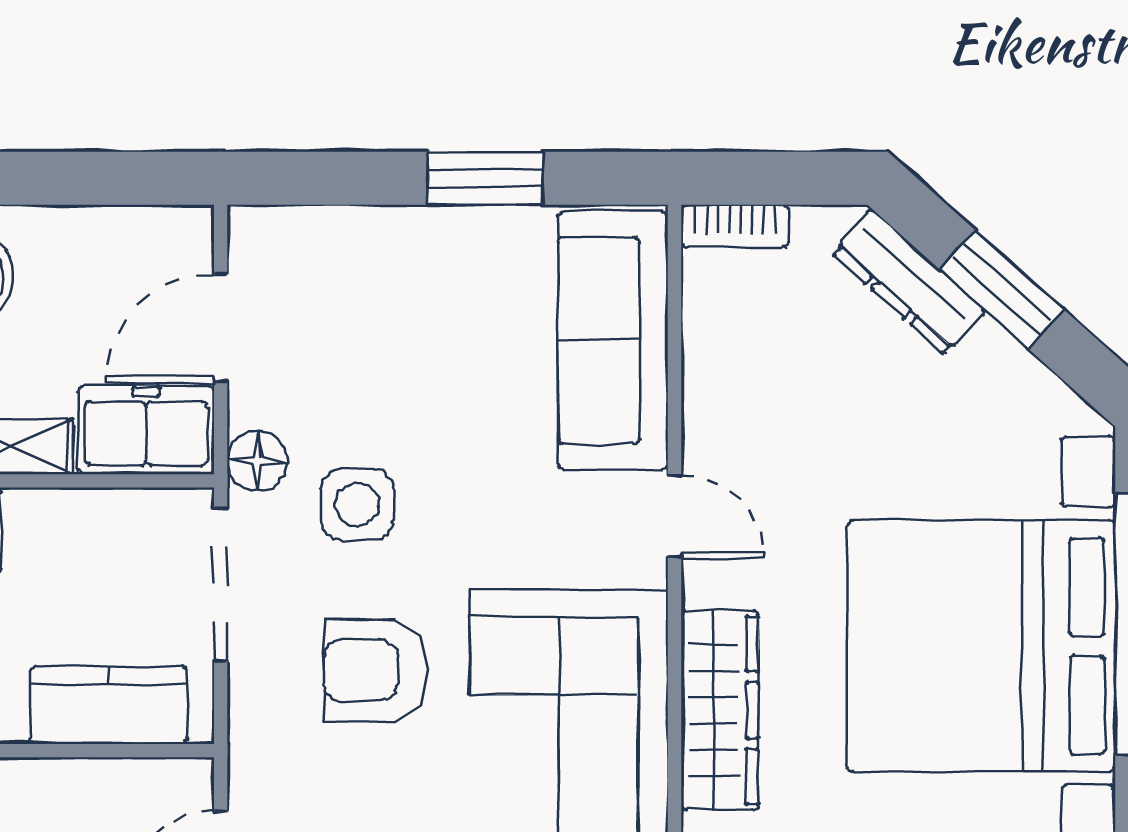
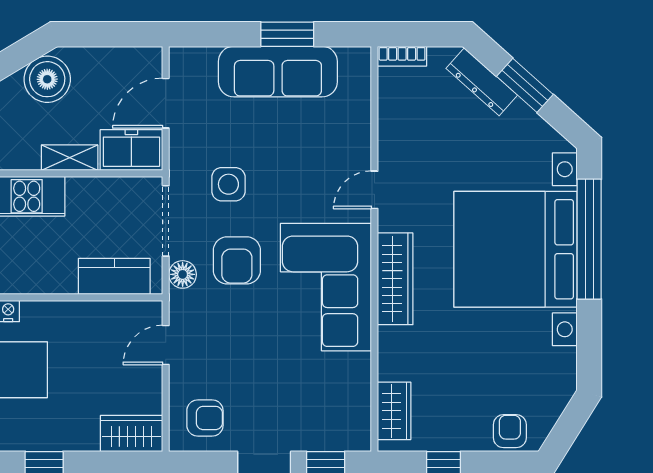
sofa: (613, 341) -> (278, 72), moved, turned -90
floor lamp: (257, 461) -> (183, 274), moved
door: (675, 517) -> (374, 190), swing flipped
armchair: (375, 670) -> (237, 260), turned -90

